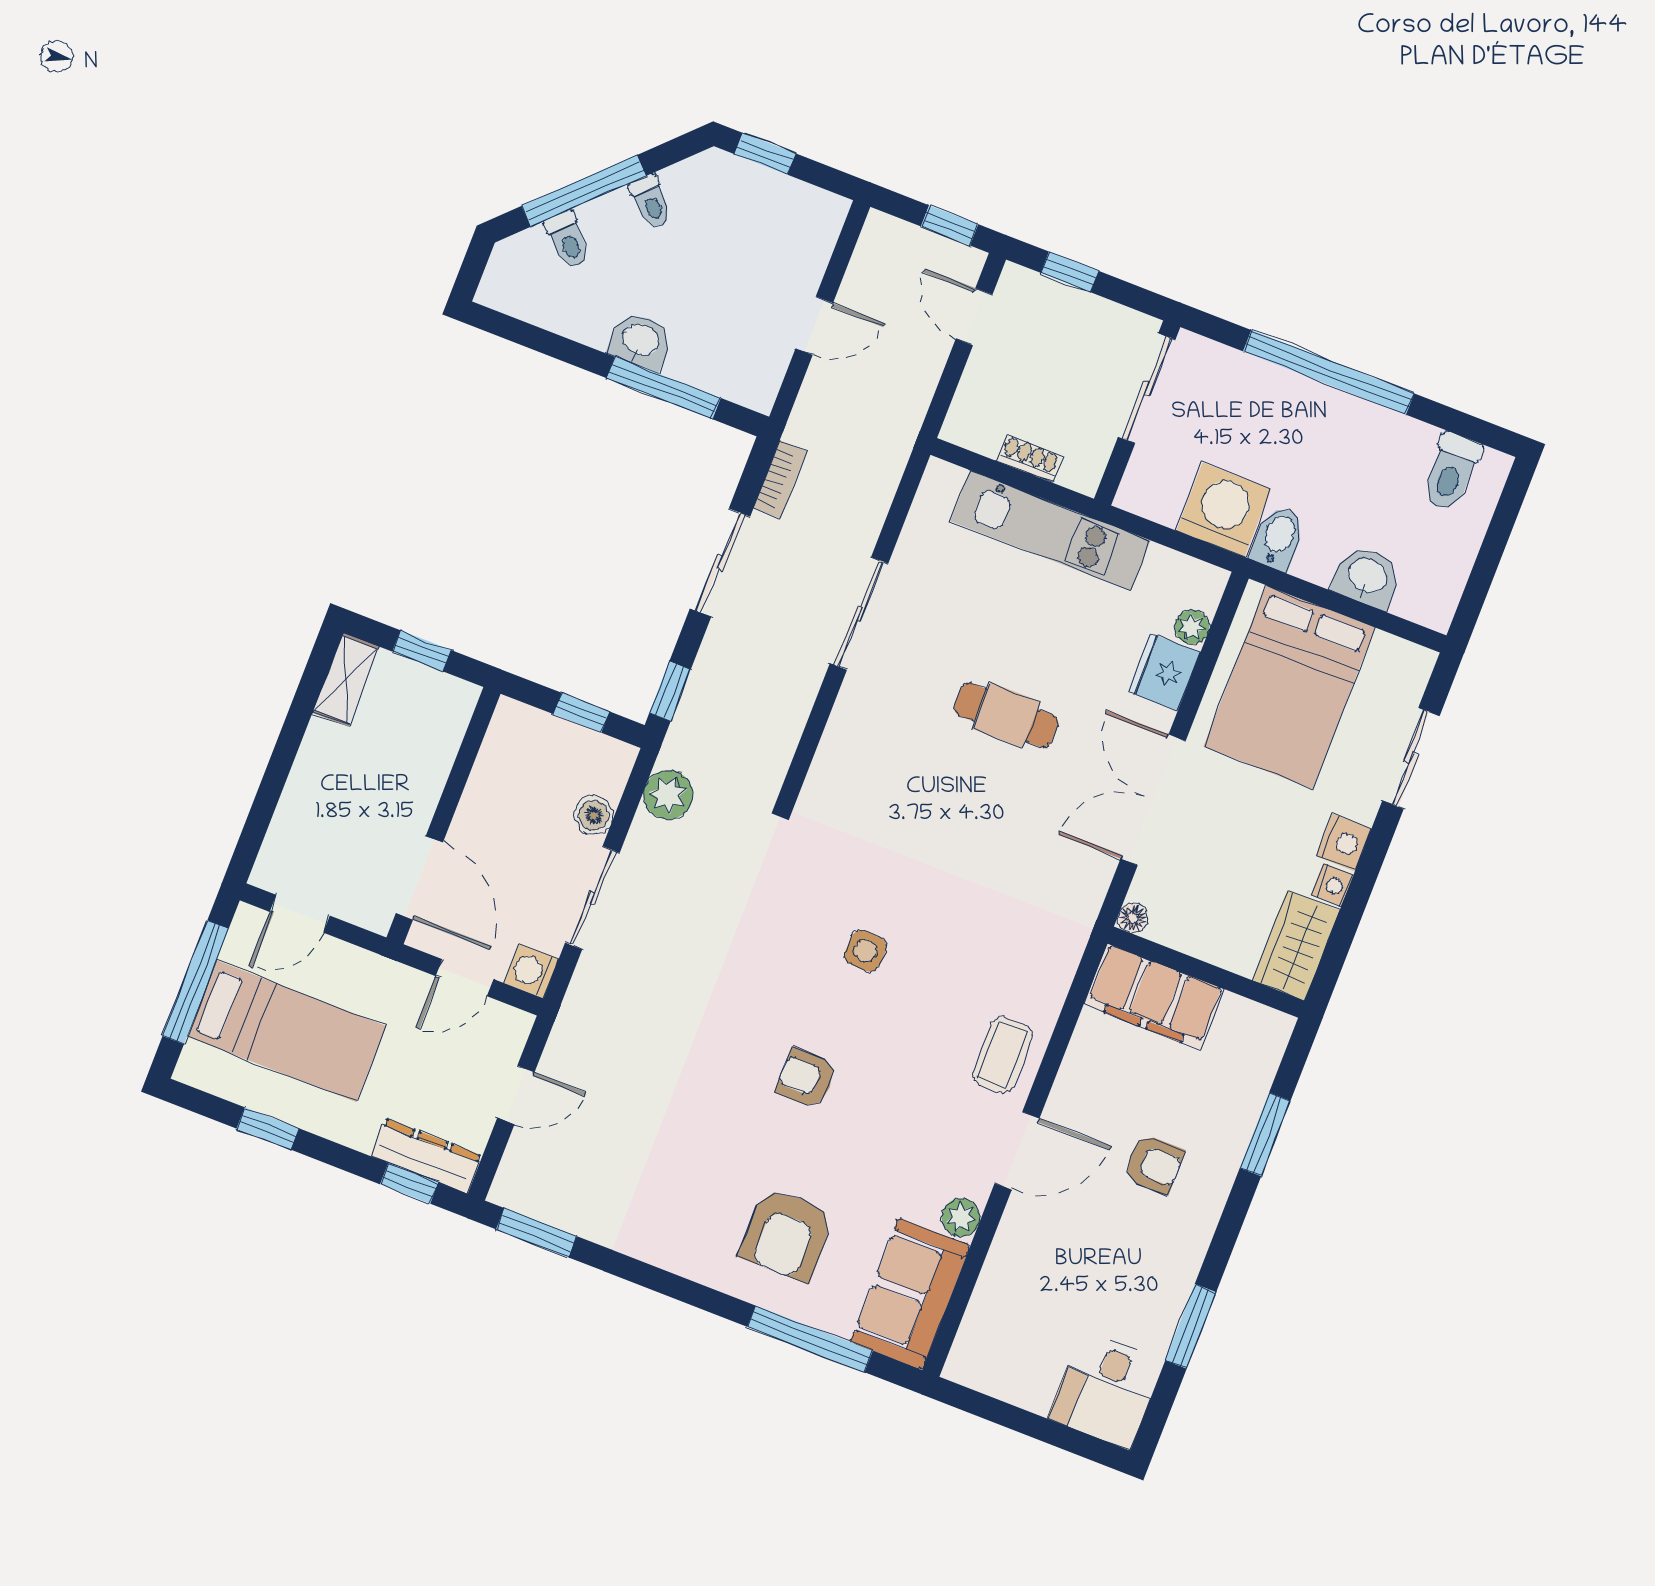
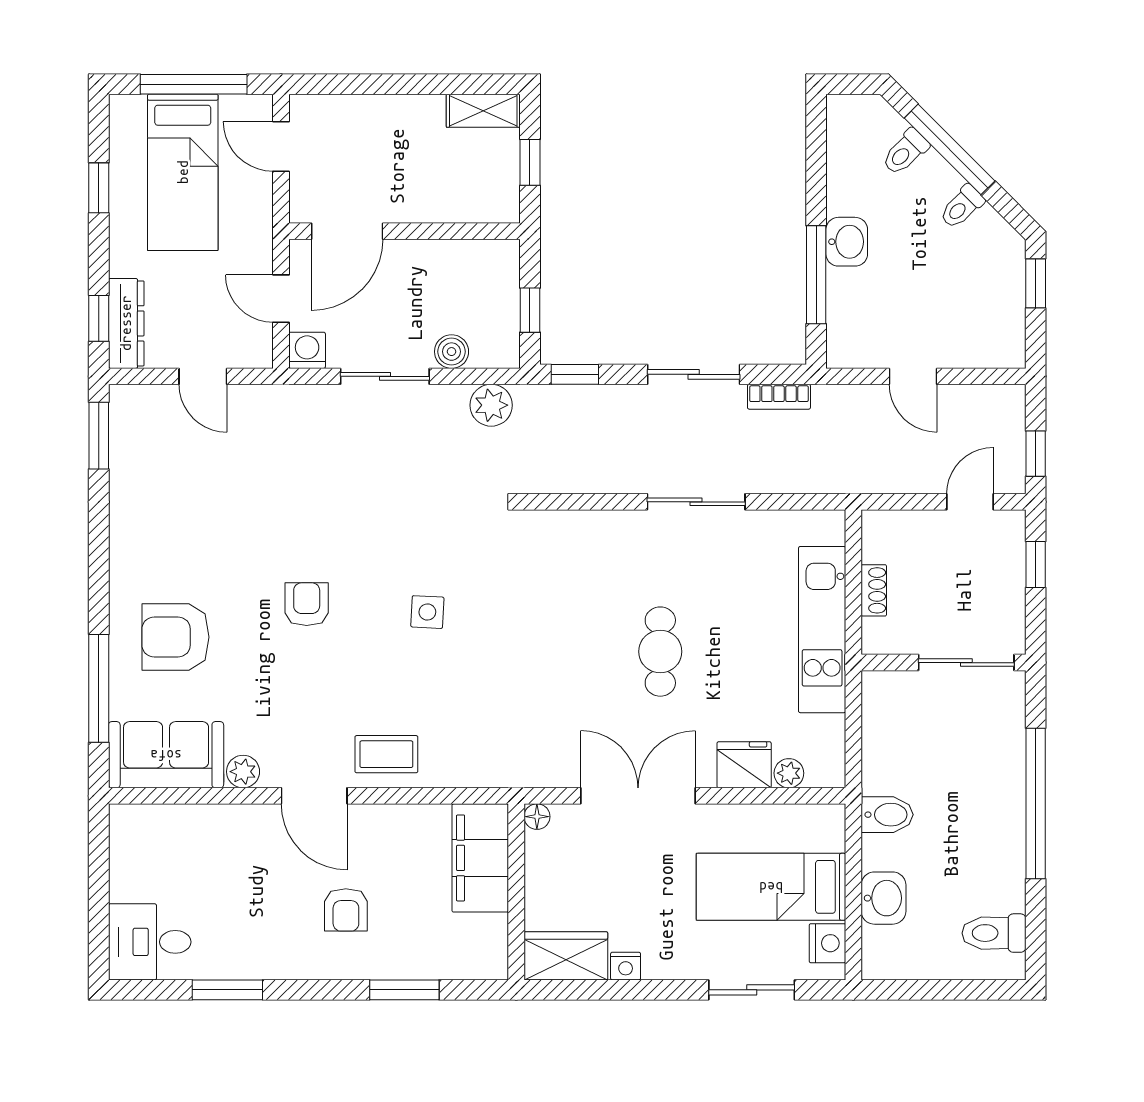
washing machine: (1224, 510) -> (893, 762), removed
bed: (1289, 687) -> (771, 887), width x0.67
nightstand: (1344, 842) -> (827, 943), moved, turned -90

